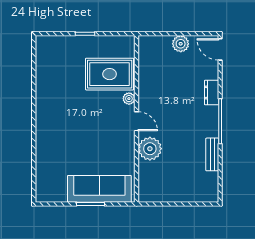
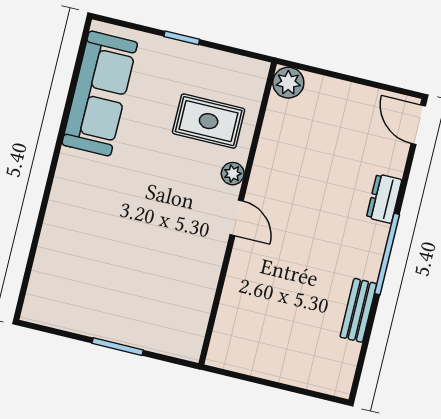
plant: (181, 44) -> (288, 83), moved
rug: (110, 74) -> (209, 121), width x0.73, depth x0.70
plant: (150, 149) -> (249, 273), removed
sofa: (99, 189) -> (100, 94), moved, turned 90

